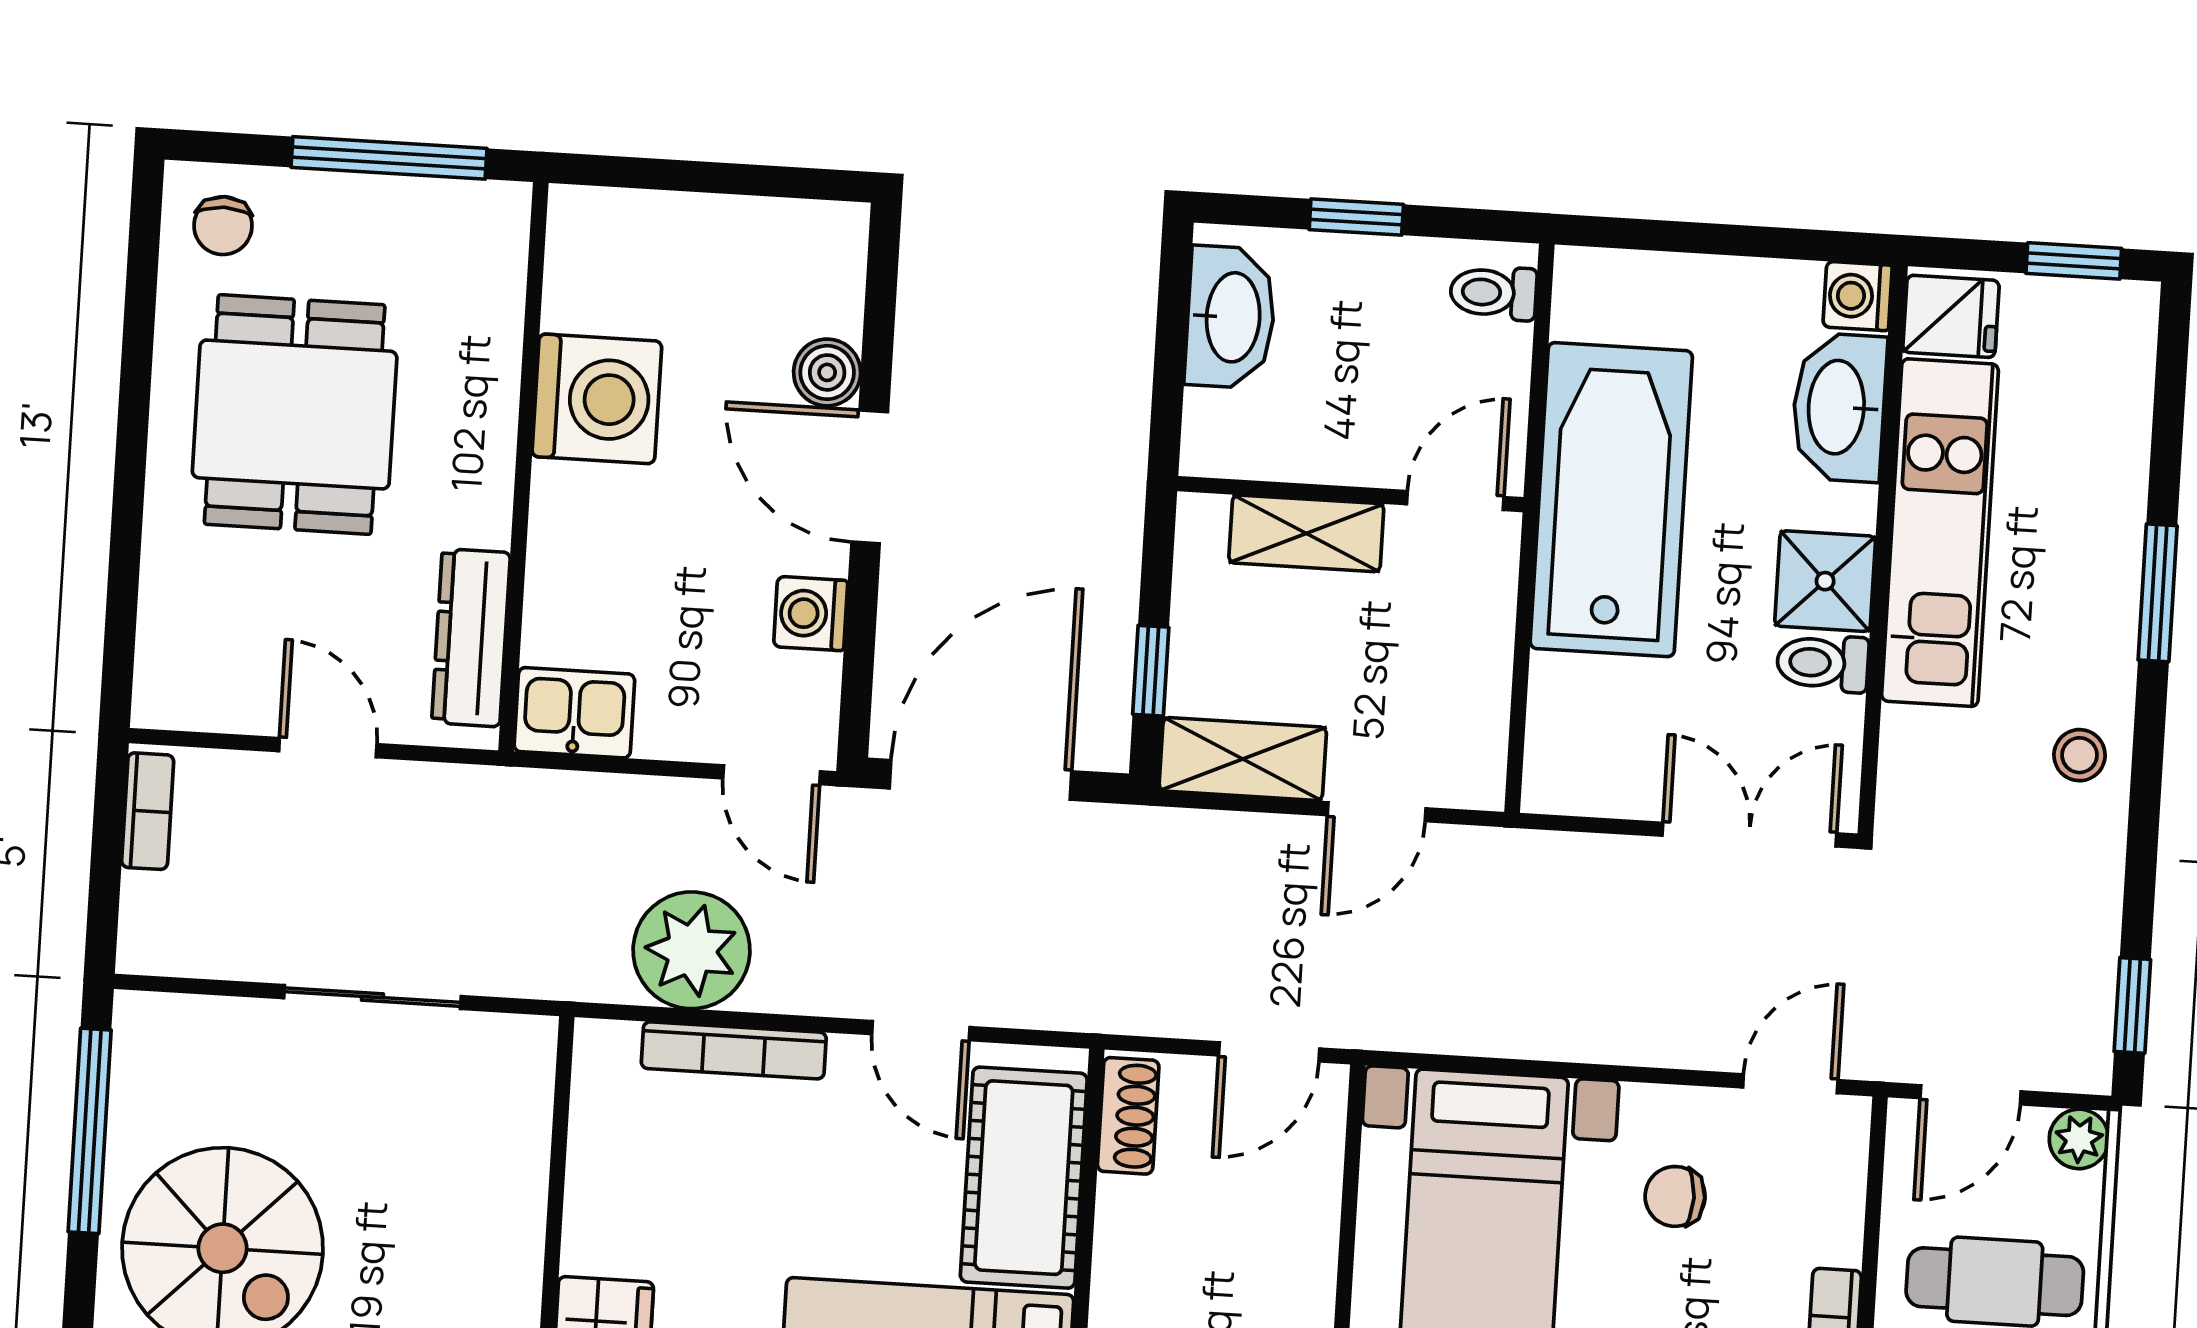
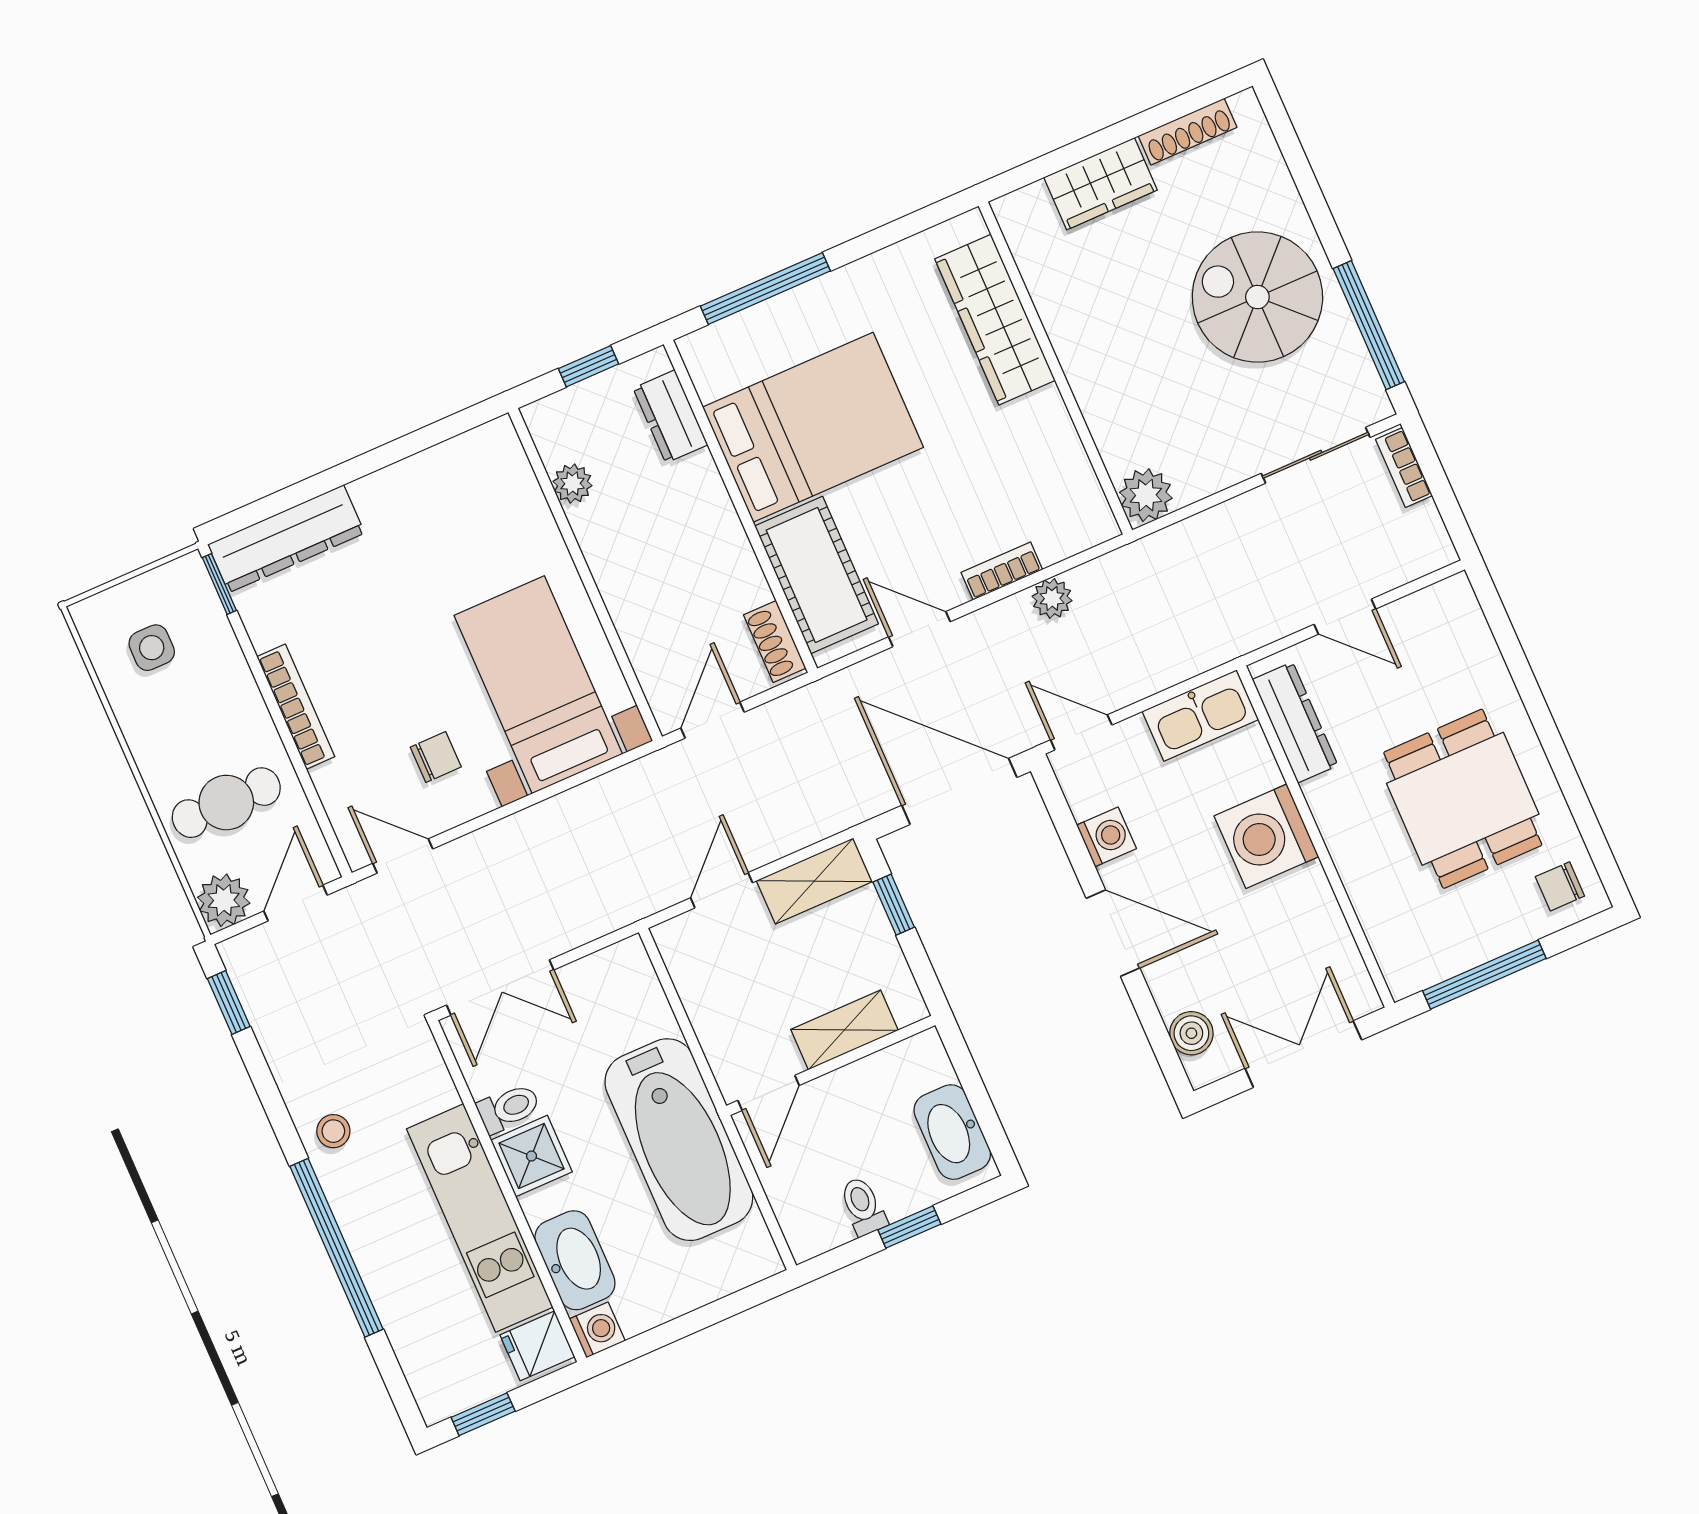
double door: (694, 176) -> (1303, 1054), added
chair: (223, 226) -> (1560, 886), turned -90
toilet: (1493, 293) -> (863, 1206), moved, turned -90
boiler: (827, 372) -> (1191, 1033), moved
washing machine: (597, 399) -> (1266, 836), moved
window: (2158, 593) -> (336, 1248), width x2.11
kitchen sink: (574, 713) -> (1200, 715), width x1.38
door: (981, 780) -> (959, 791), swing flipped
bookcase: (148, 811) -> (1404, 468), moved
plant: (692, 950) -> (1052, 598), width x0.53, depth x0.53
sliding door: (372, 997) -> (1316, 455), moved
bookcase: (734, 1050) -> (1002, 571), width x0.64
plant: (515, 1055) -> (1146, 495), added
door: (1790, 1084) -> (403, 856), swing flipped
plant: (2079, 1139) -> (224, 900), width x1.38, depth x1.38

